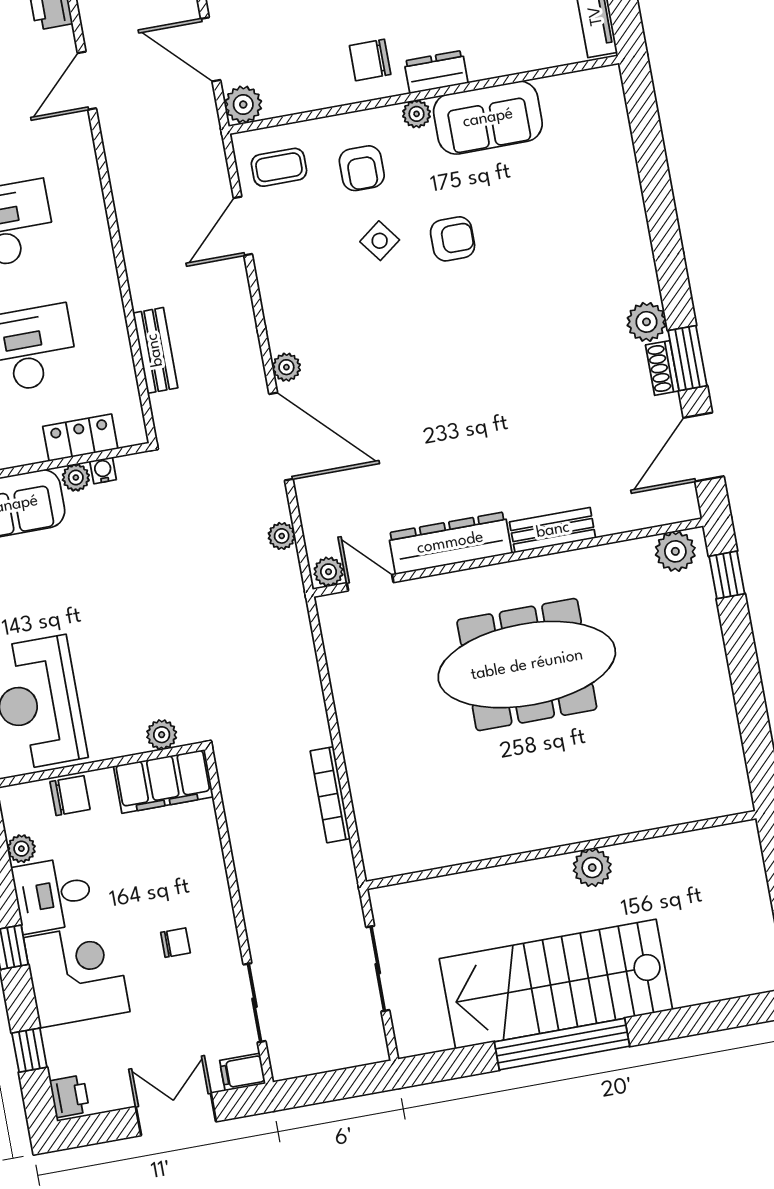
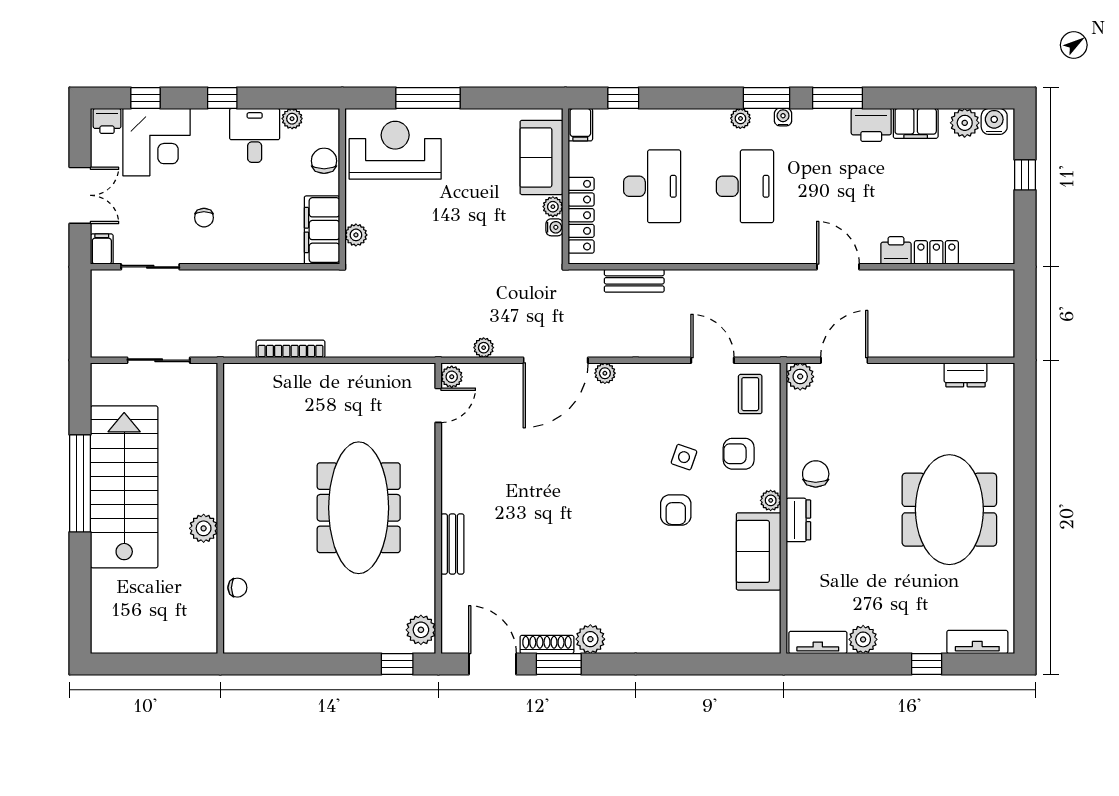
side table: (380, 241) -> (684, 457), turned -34
shoe rack: (662, 368) -> (547, 644), width x1.43
locker: (80, 438) -> (581, 215), width x1.53
dresser: (450, 543) -> (456, 468), removed
chair: (70, 796) -> (324, 161), turned 180
chair: (663, 808) -> (237, 588), added
corner desk: (77, 975) -> (157, 142), moved

